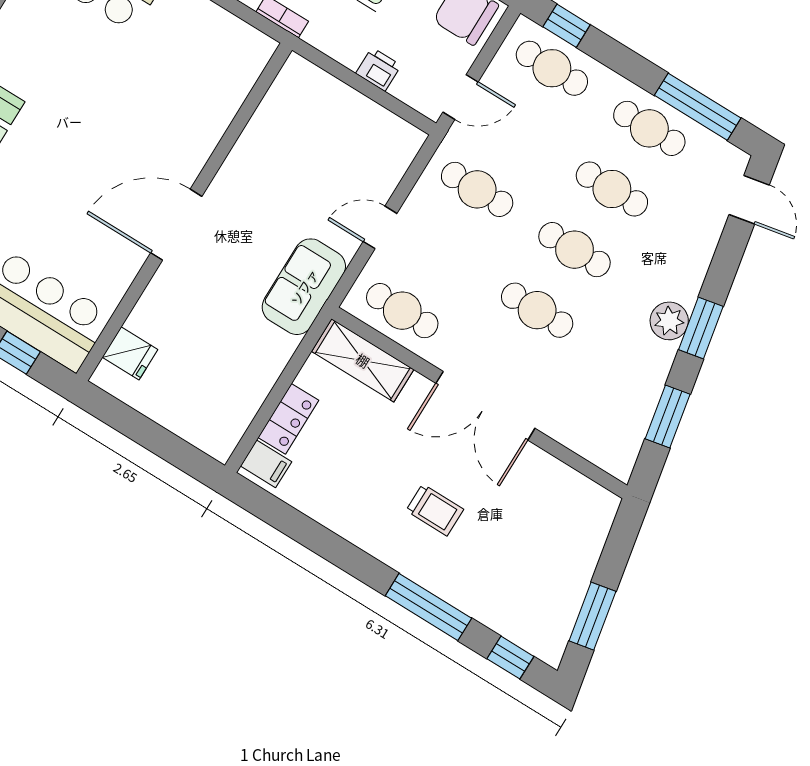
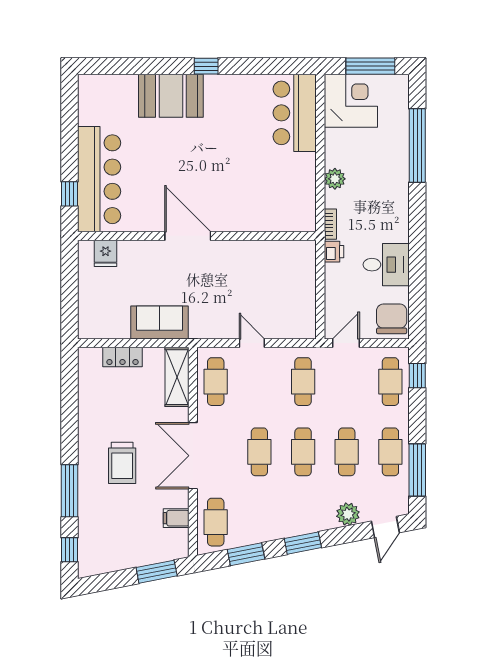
printer: (378, 69) -> (334, 252), moved
door: (461, 97) -> (346, 343), swing flipped
sofa: (304, 287) -> (160, 323), moved
plant: (669, 321) -> (348, 514), moved
cafe table: (597, 431) -> (216, 522), added
filing cabinet: (266, 464) -> (176, 518), moved, turned 90
trolley: (435, 510) -> (122, 463), width x1.36, depth x1.39
window: (592, 616) -> (157, 572), moved

